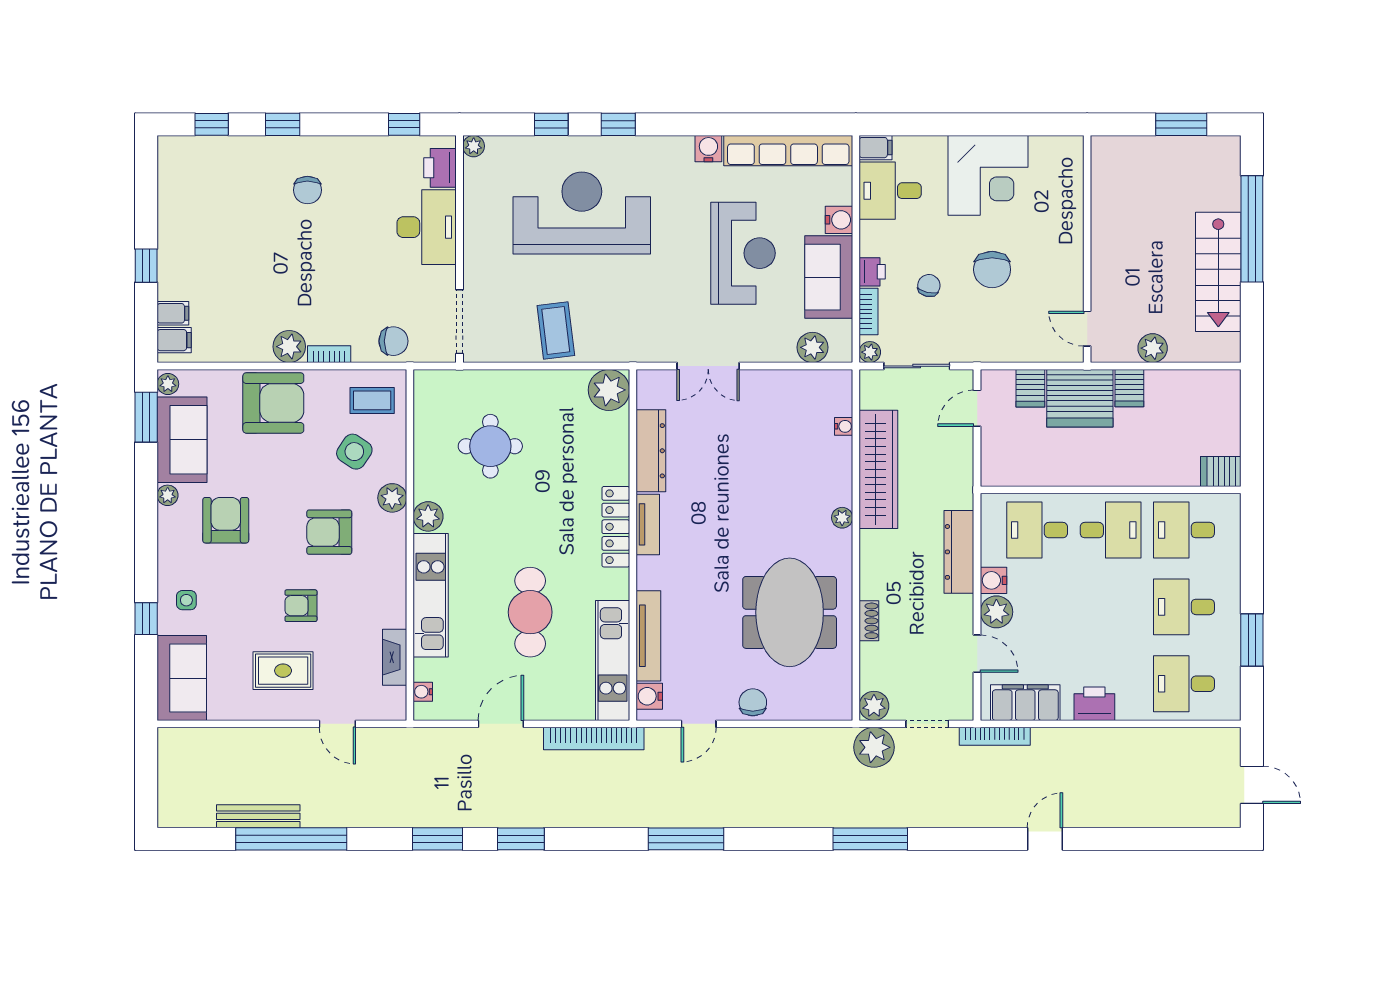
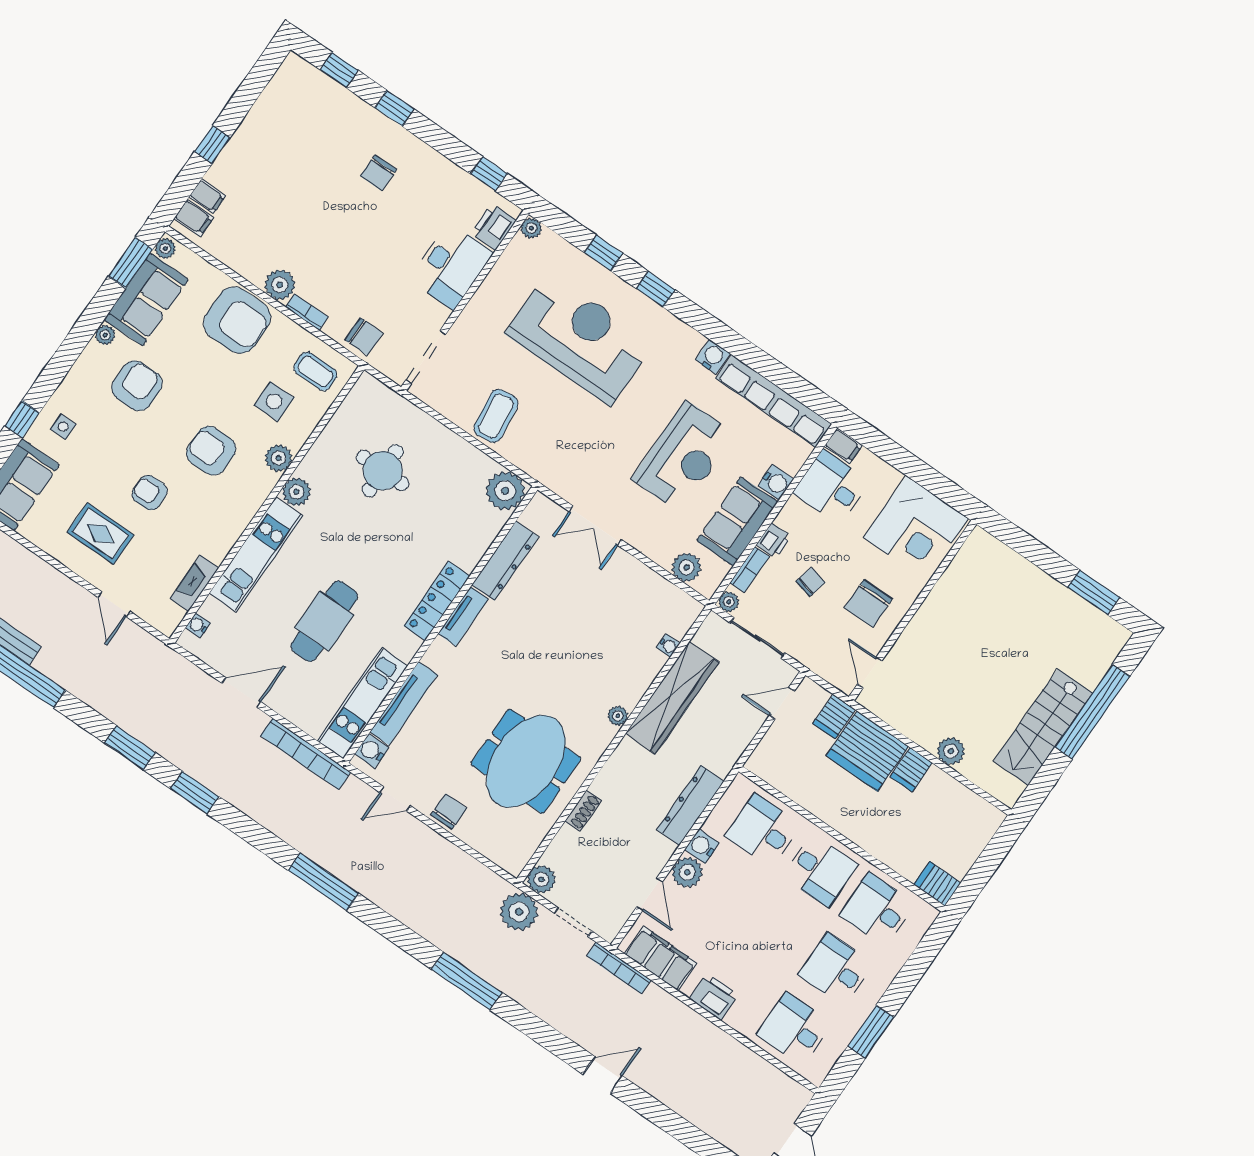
wall: (1087, 249) -> (913, 611), moved
door: (1087, 329) -> (870, 673), moved
side table: (354, 452) -> (274, 402), turned -34

